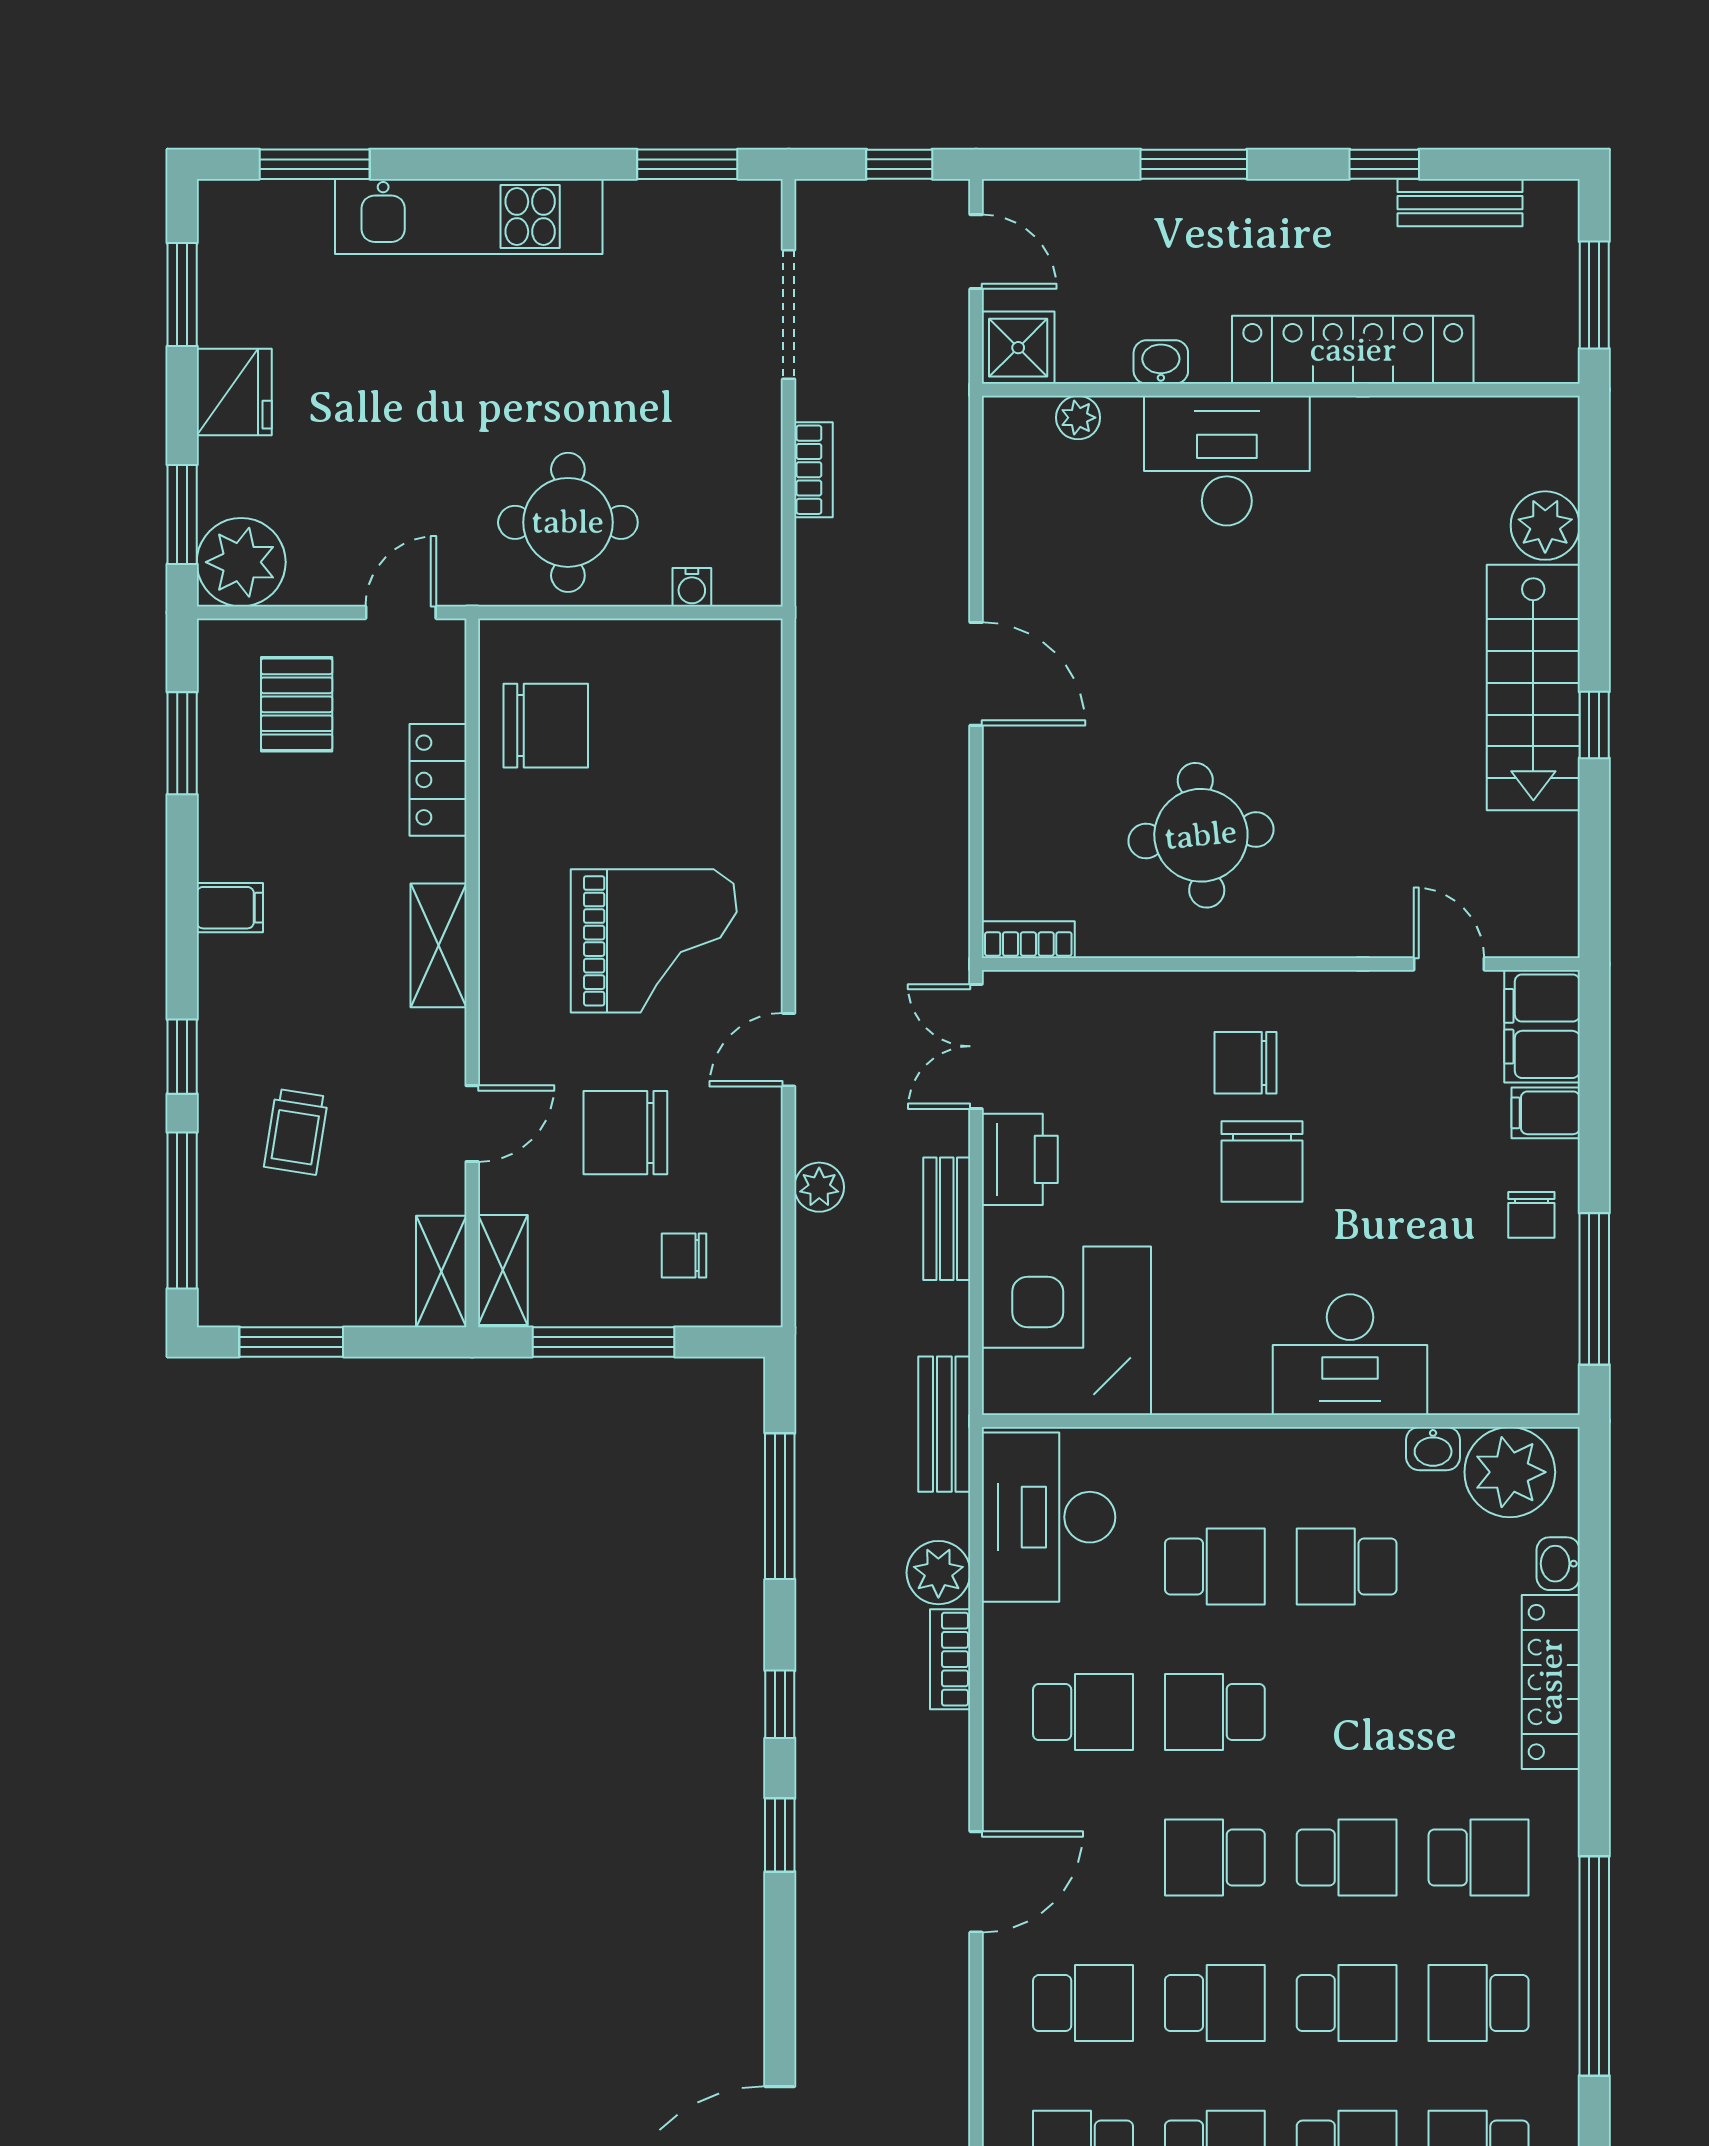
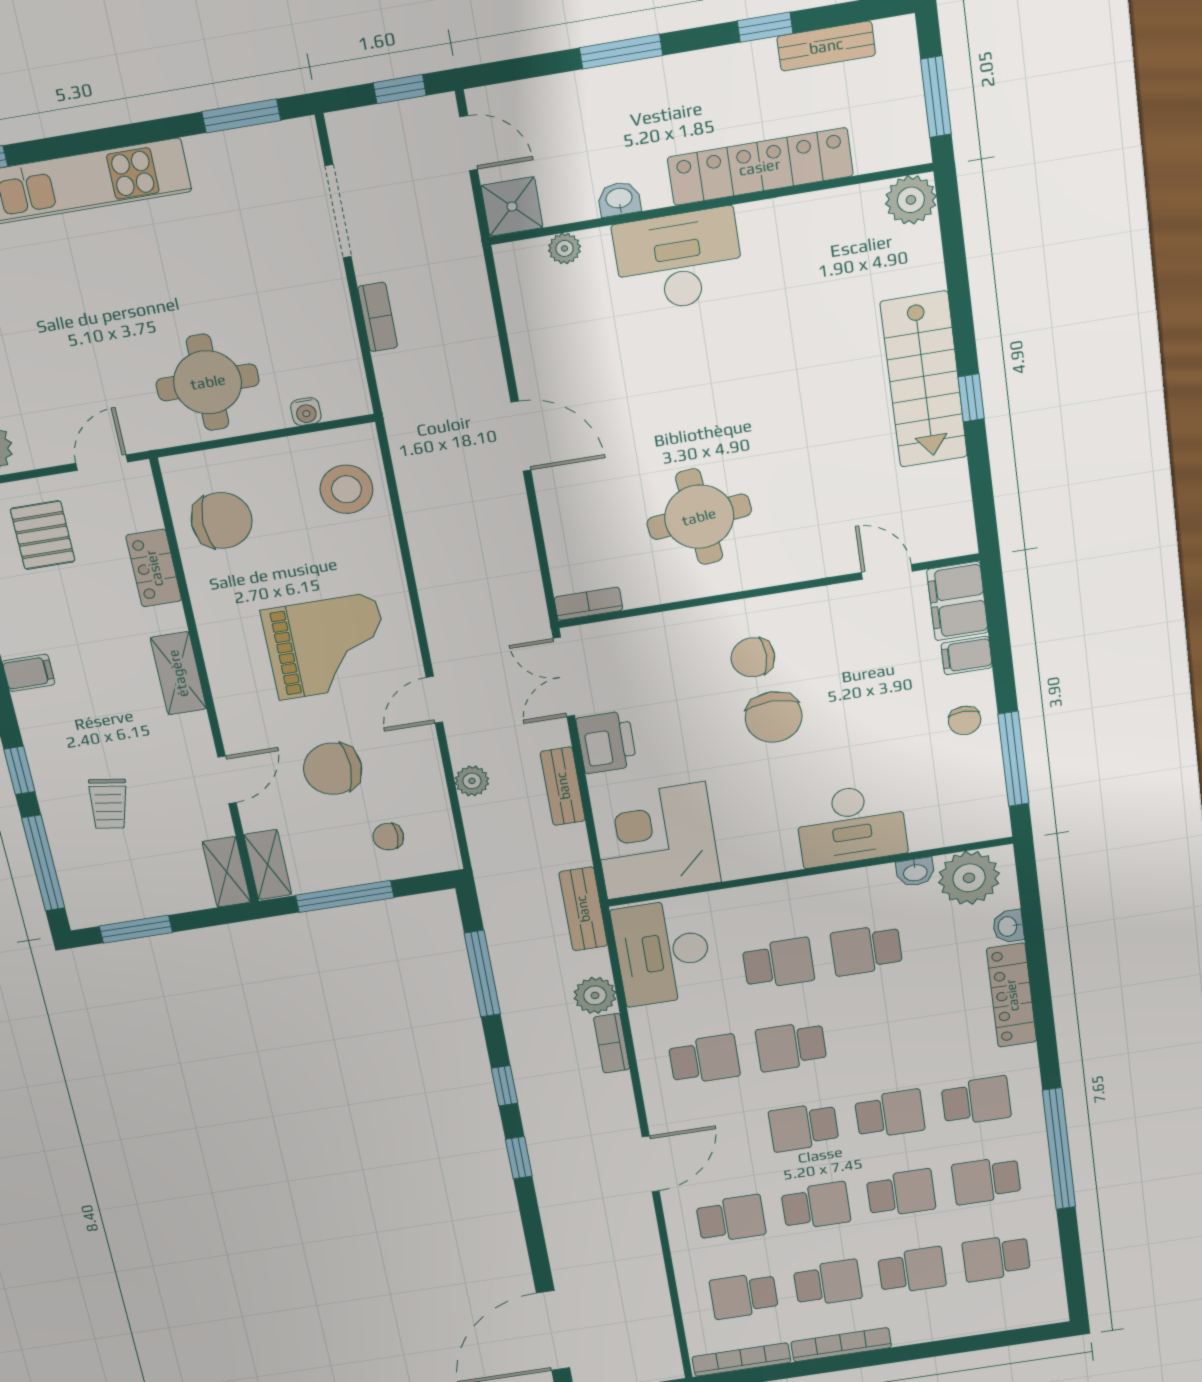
plant: (1545, 526) -> (911, 200), moved
stool: (725, 710) -> (346, 489), added

